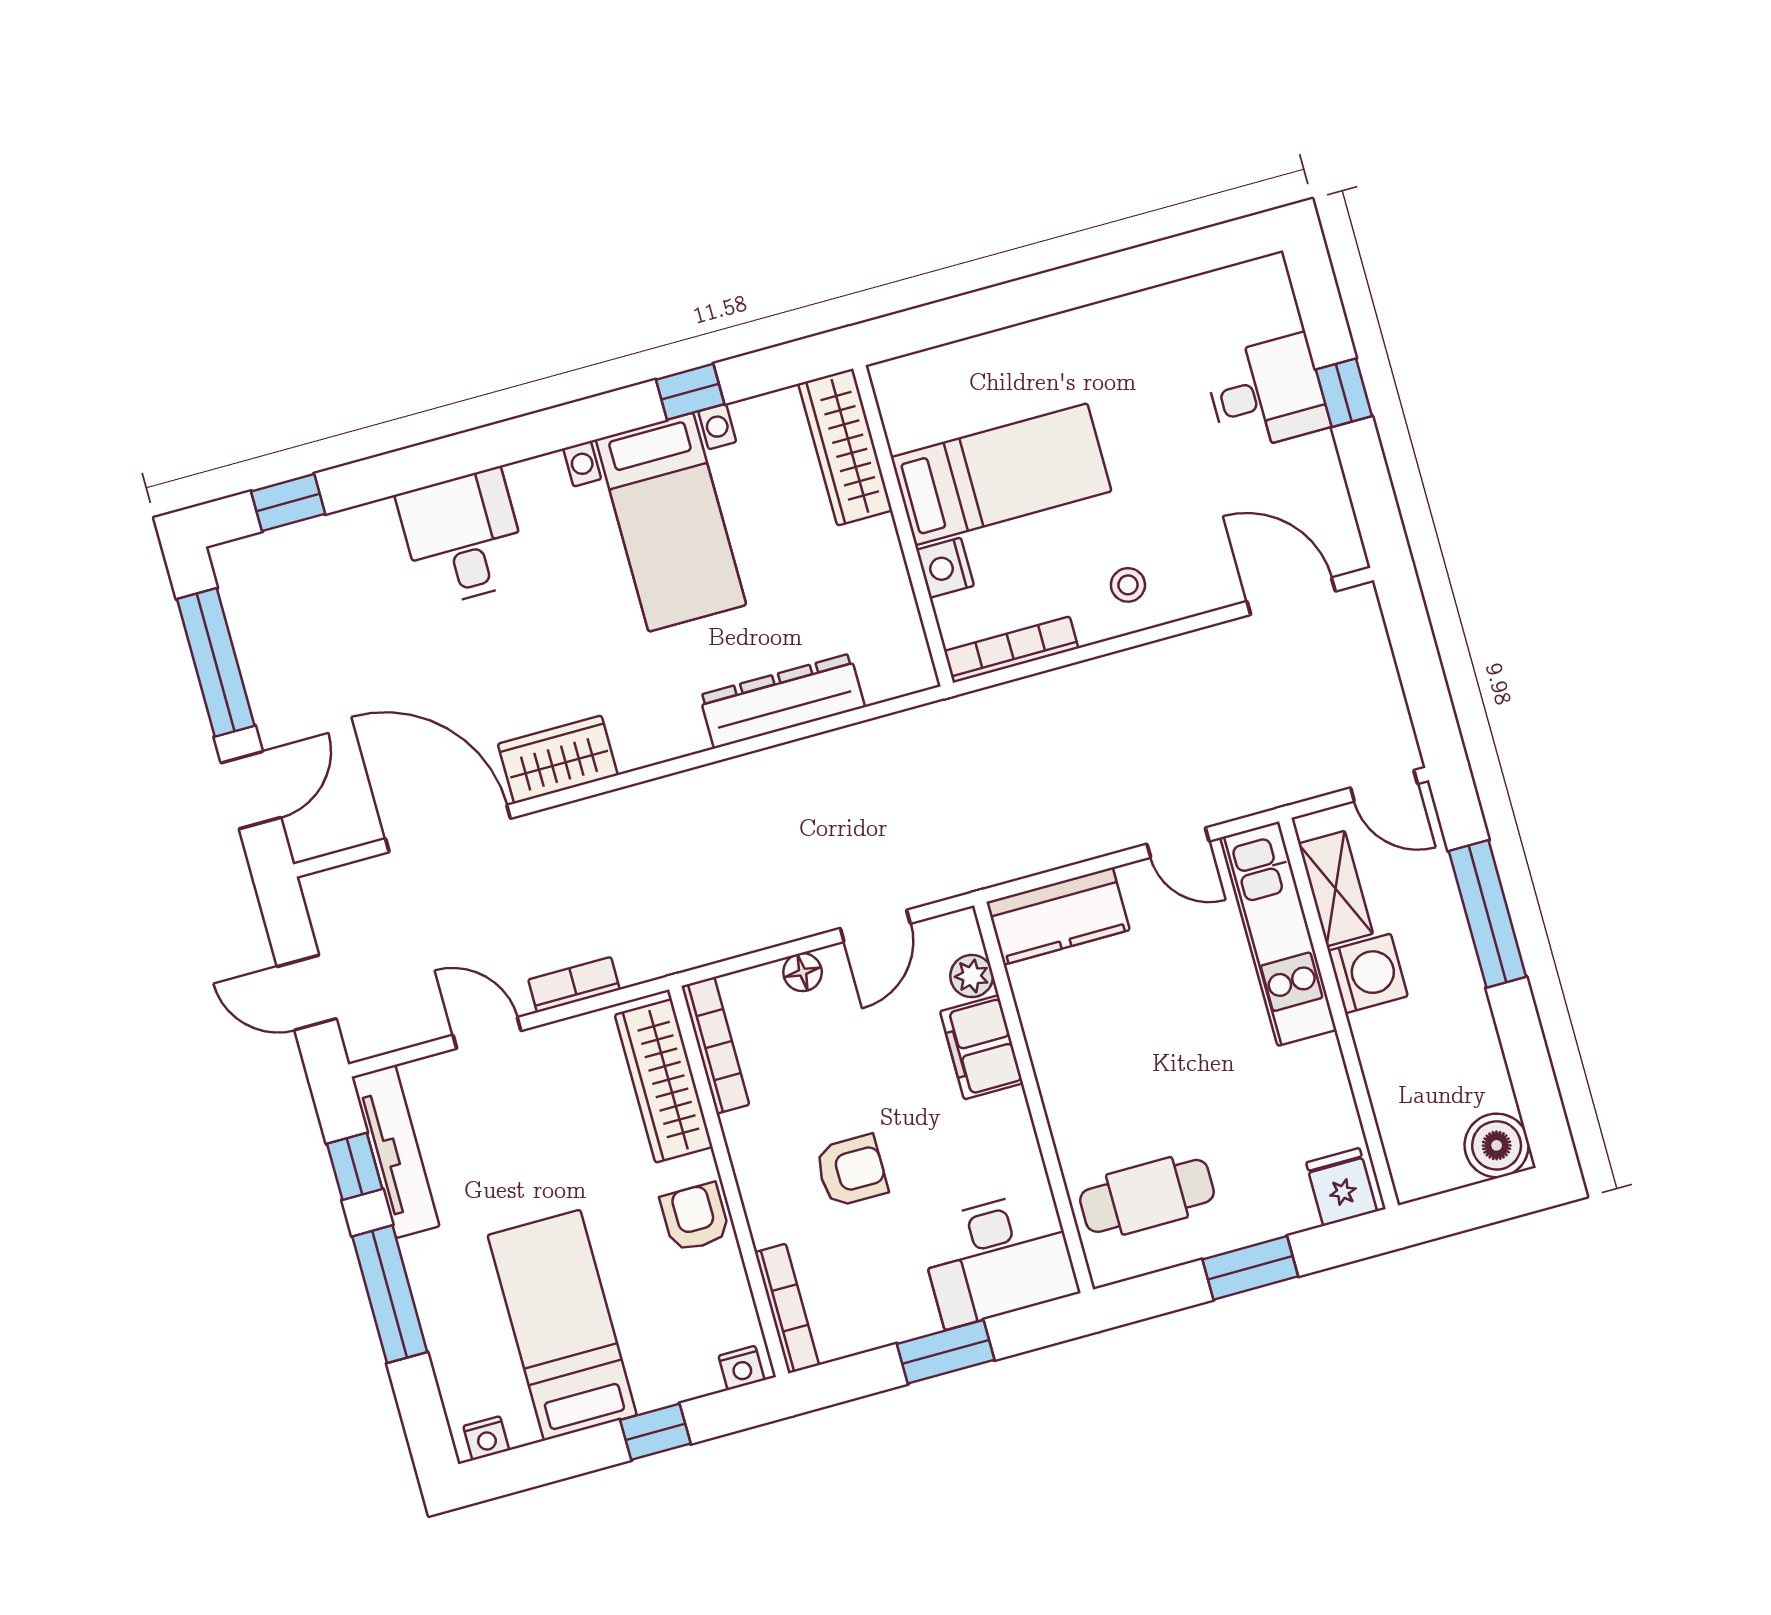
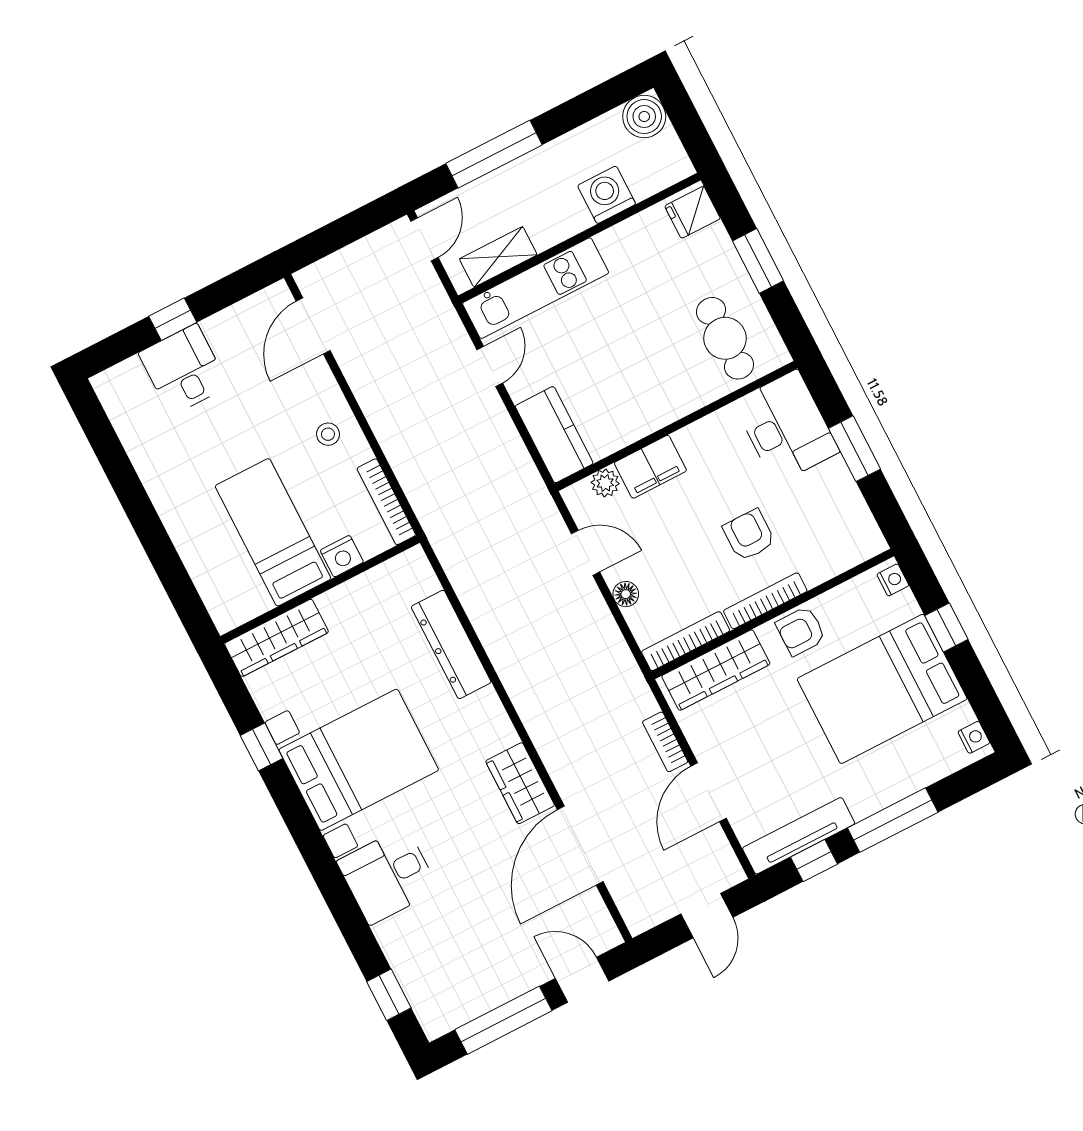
bed with nightstands: (671, 522) -> (359, 760), width x1.36
washing machine: (1368, 973) -> (607, 195), moved
door: (487, 1033) -> (709, 792), width x1.38
bookcase: (787, 1309) -> (765, 601), moved
bed: (562, 1325) -> (882, 689), width x1.50

